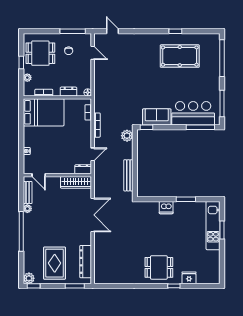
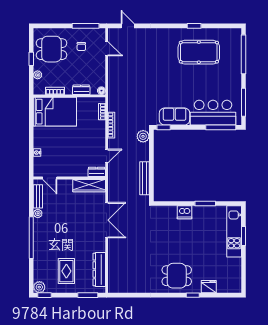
rug: (55, 263) -> (66, 271), width x0.73, depth x0.70

